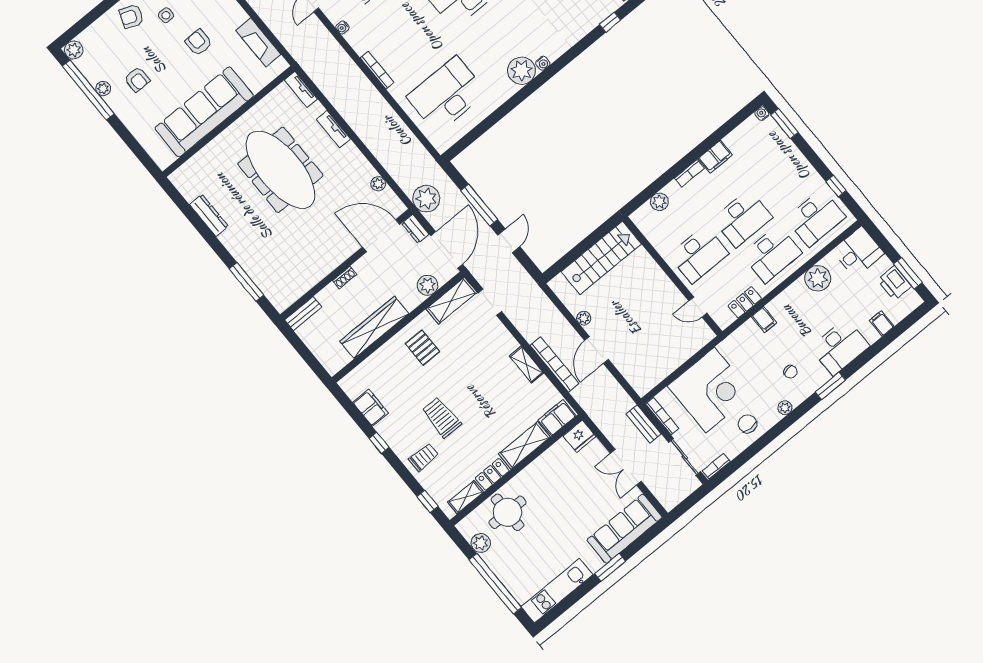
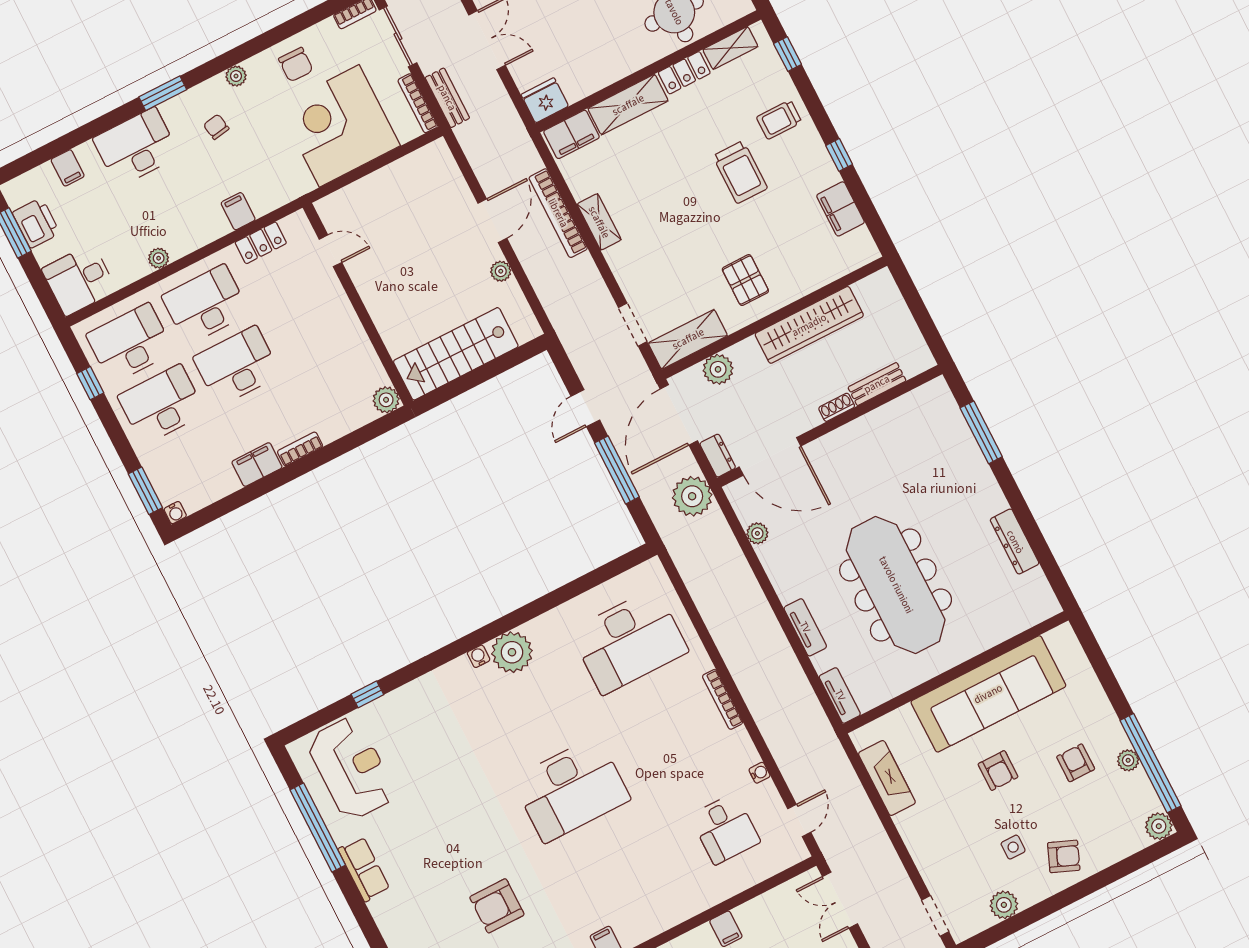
armchair: (198, 42) -> (998, 771), moved
plant: (659, 202) -> (386, 400), moved
desk: (699, 254) -> (162, 405), moved
plant: (818, 278) -> (159, 258), width x0.53, depth x0.53
bench: (303, 314) -> (877, 384), moved

